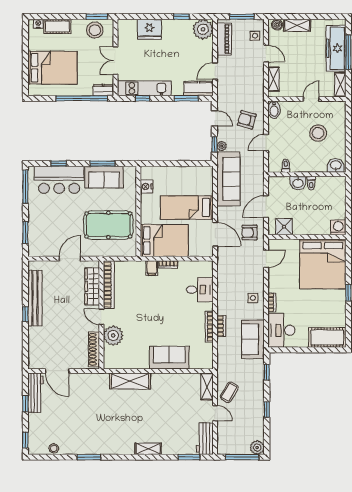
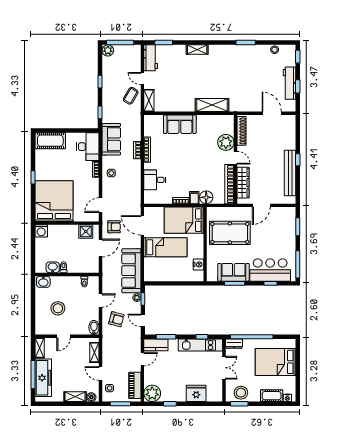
washbasin: (298, 183) -> (53, 267), moved
floor lamp: (137, 268) -> (206, 197), added
workbench: (35, 393) -> (290, 83), moved

